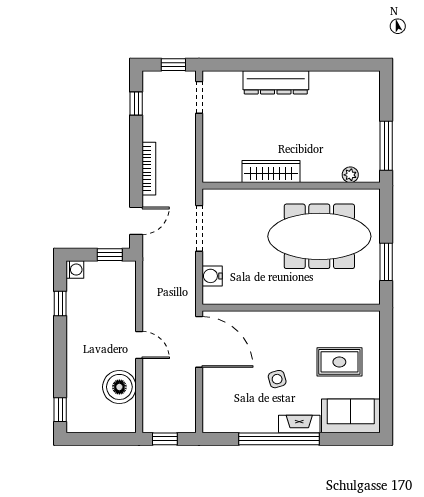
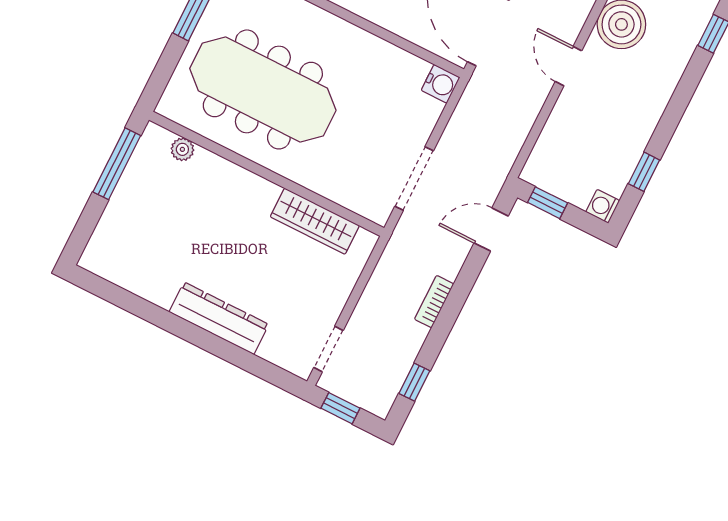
bookcase: (149, 169) -> (434, 302), width x0.64
wardrobe: (271, 172) -> (315, 221), moved
water cooler: (212, 276) -> (441, 84), moved

